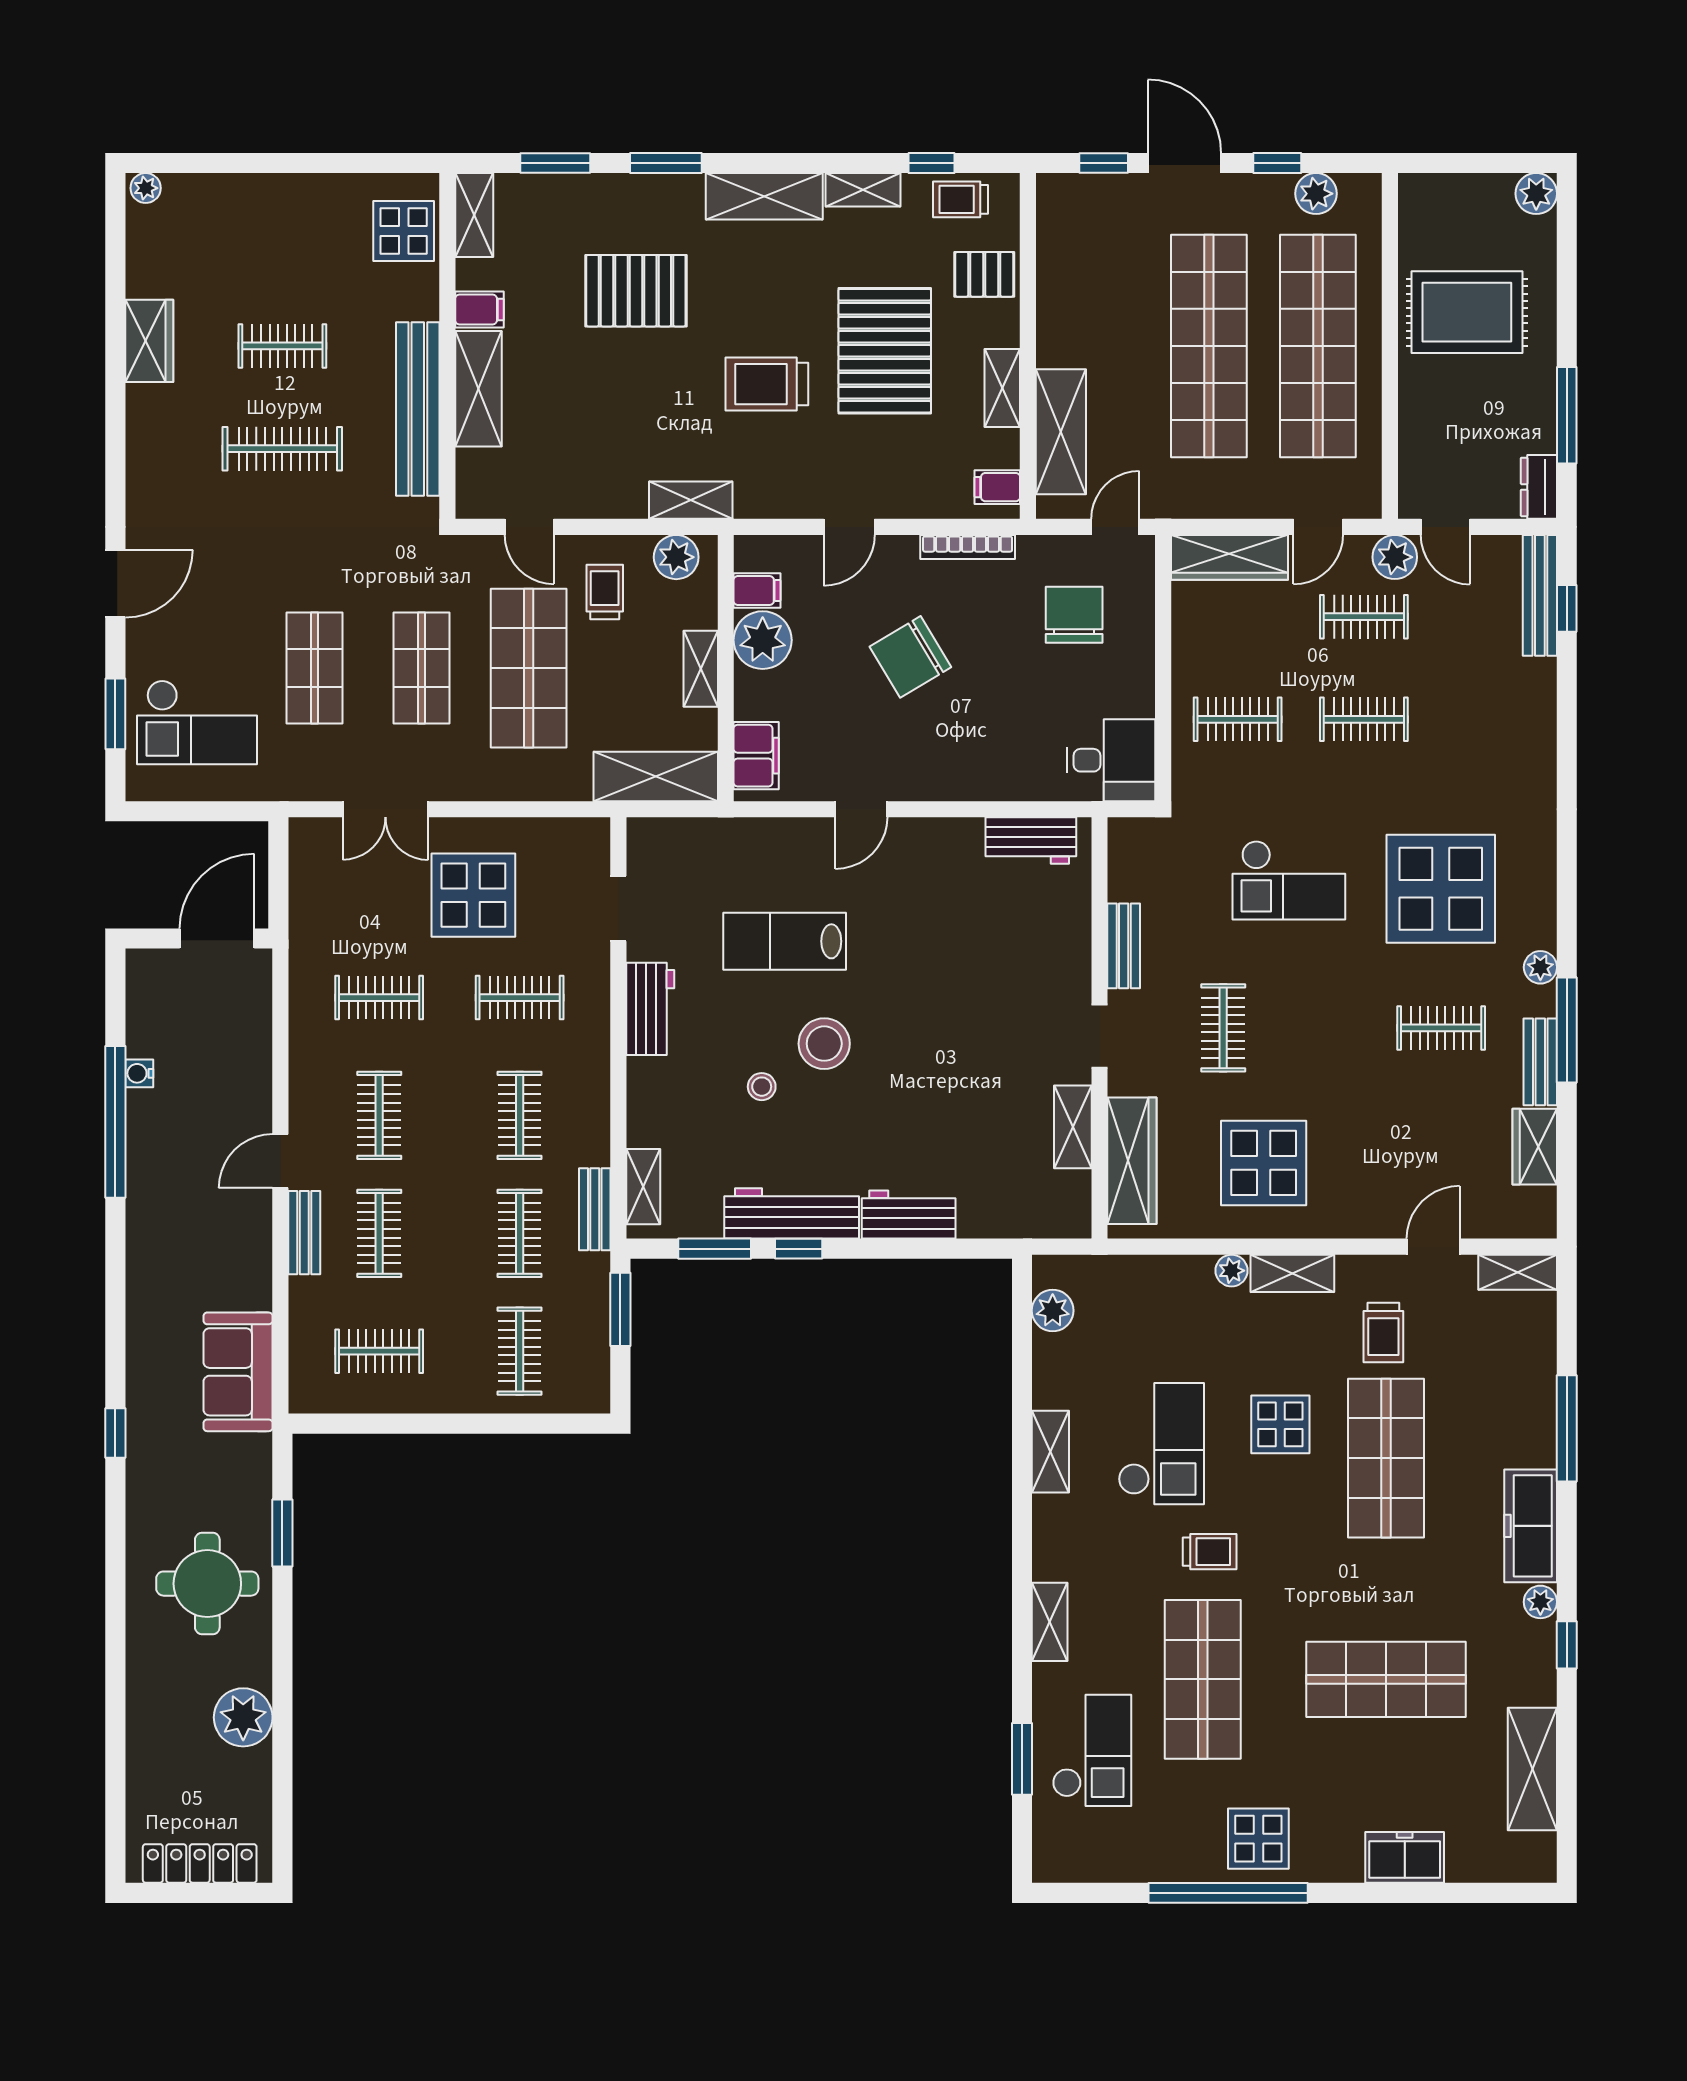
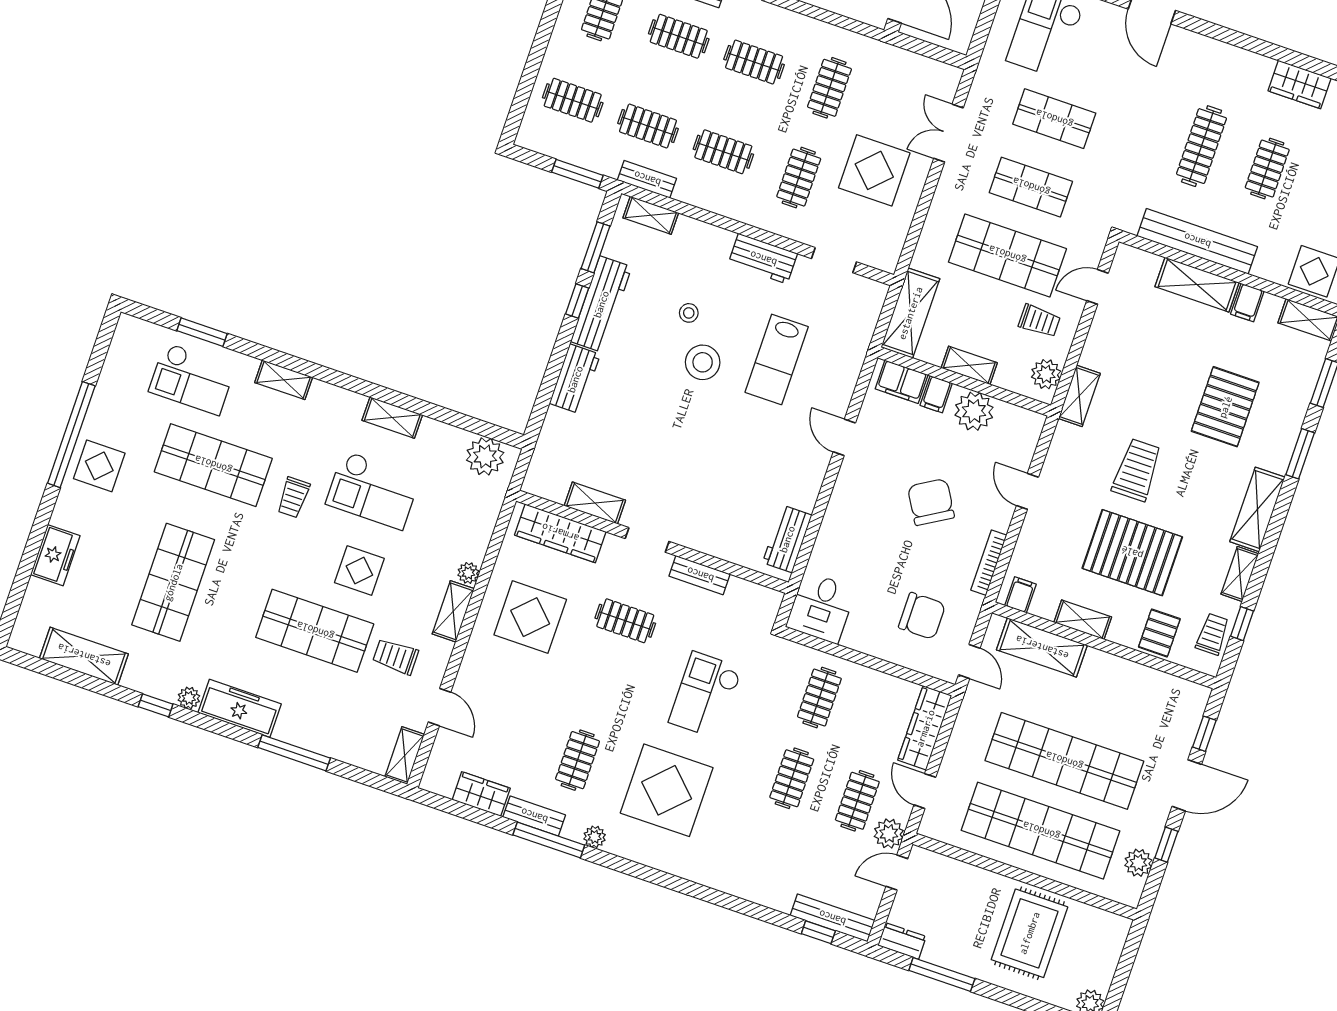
filing cabinet: (757, 590) -> (936, 394), moved
lab bench: (785, 941) -> (777, 359), turned 180
plant: (1053, 1311) -> (485, 456), width x1.36, depth x1.36

